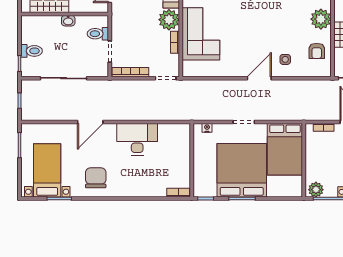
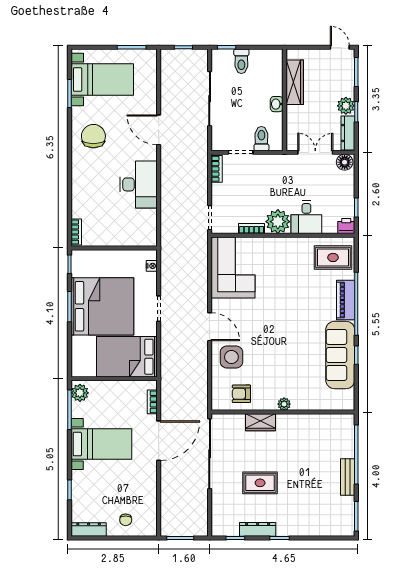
plant: (321, 19) -> (284, 404), width x0.53, depth x0.53
corner sofa: (201, 34) -> (233, 267), moved, turned -90
side table: (285, 59) -> (231, 357), width x1.87, depth x1.87
bookcase: (130, 72) -> (217, 169), width x0.64
chair: (96, 178) -> (93, 136), turned -90

